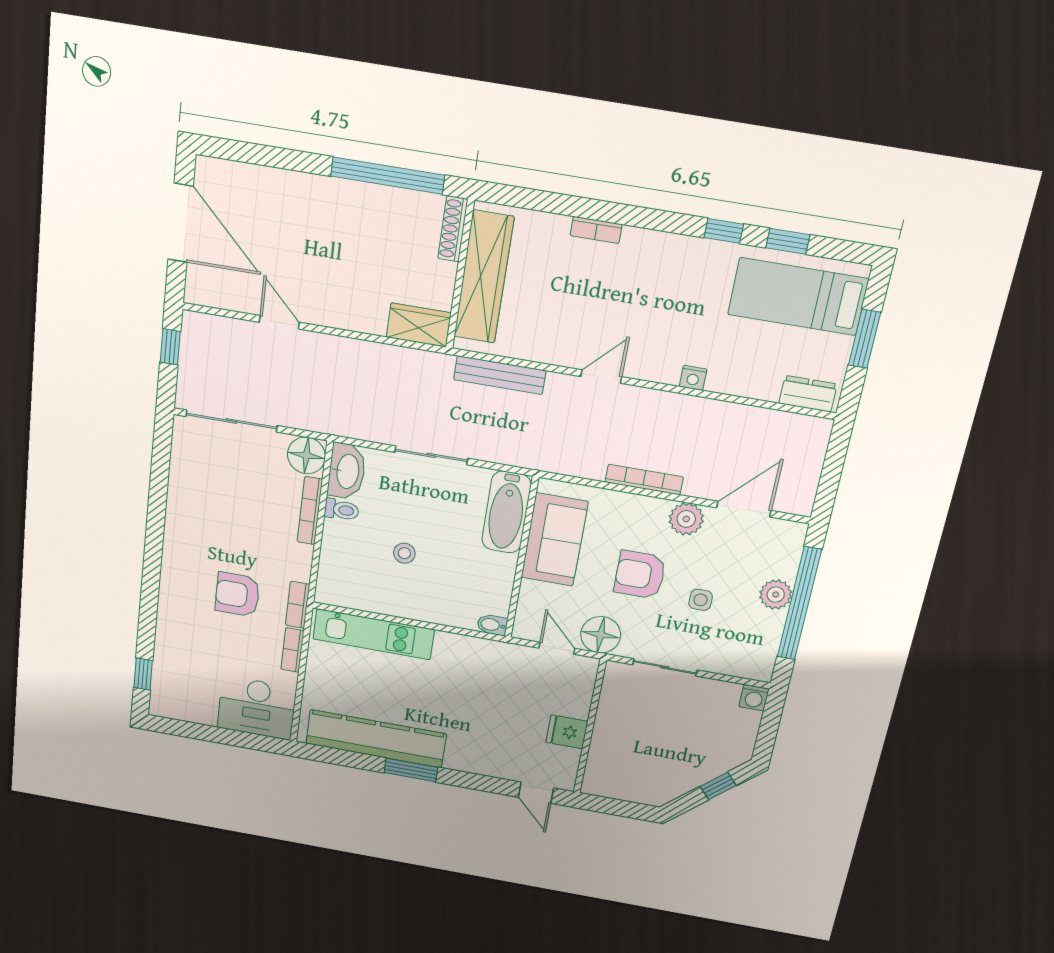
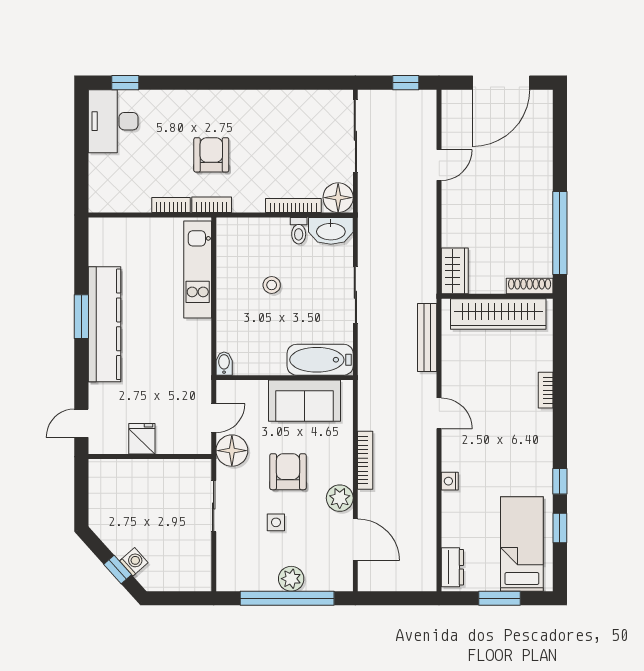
washing machine: (754, 698) -> (134, 562), moved, turned 138
desk: (257, 708) -> (113, 121), moved
kitchen counter: (376, 739) -> (104, 324), moved

